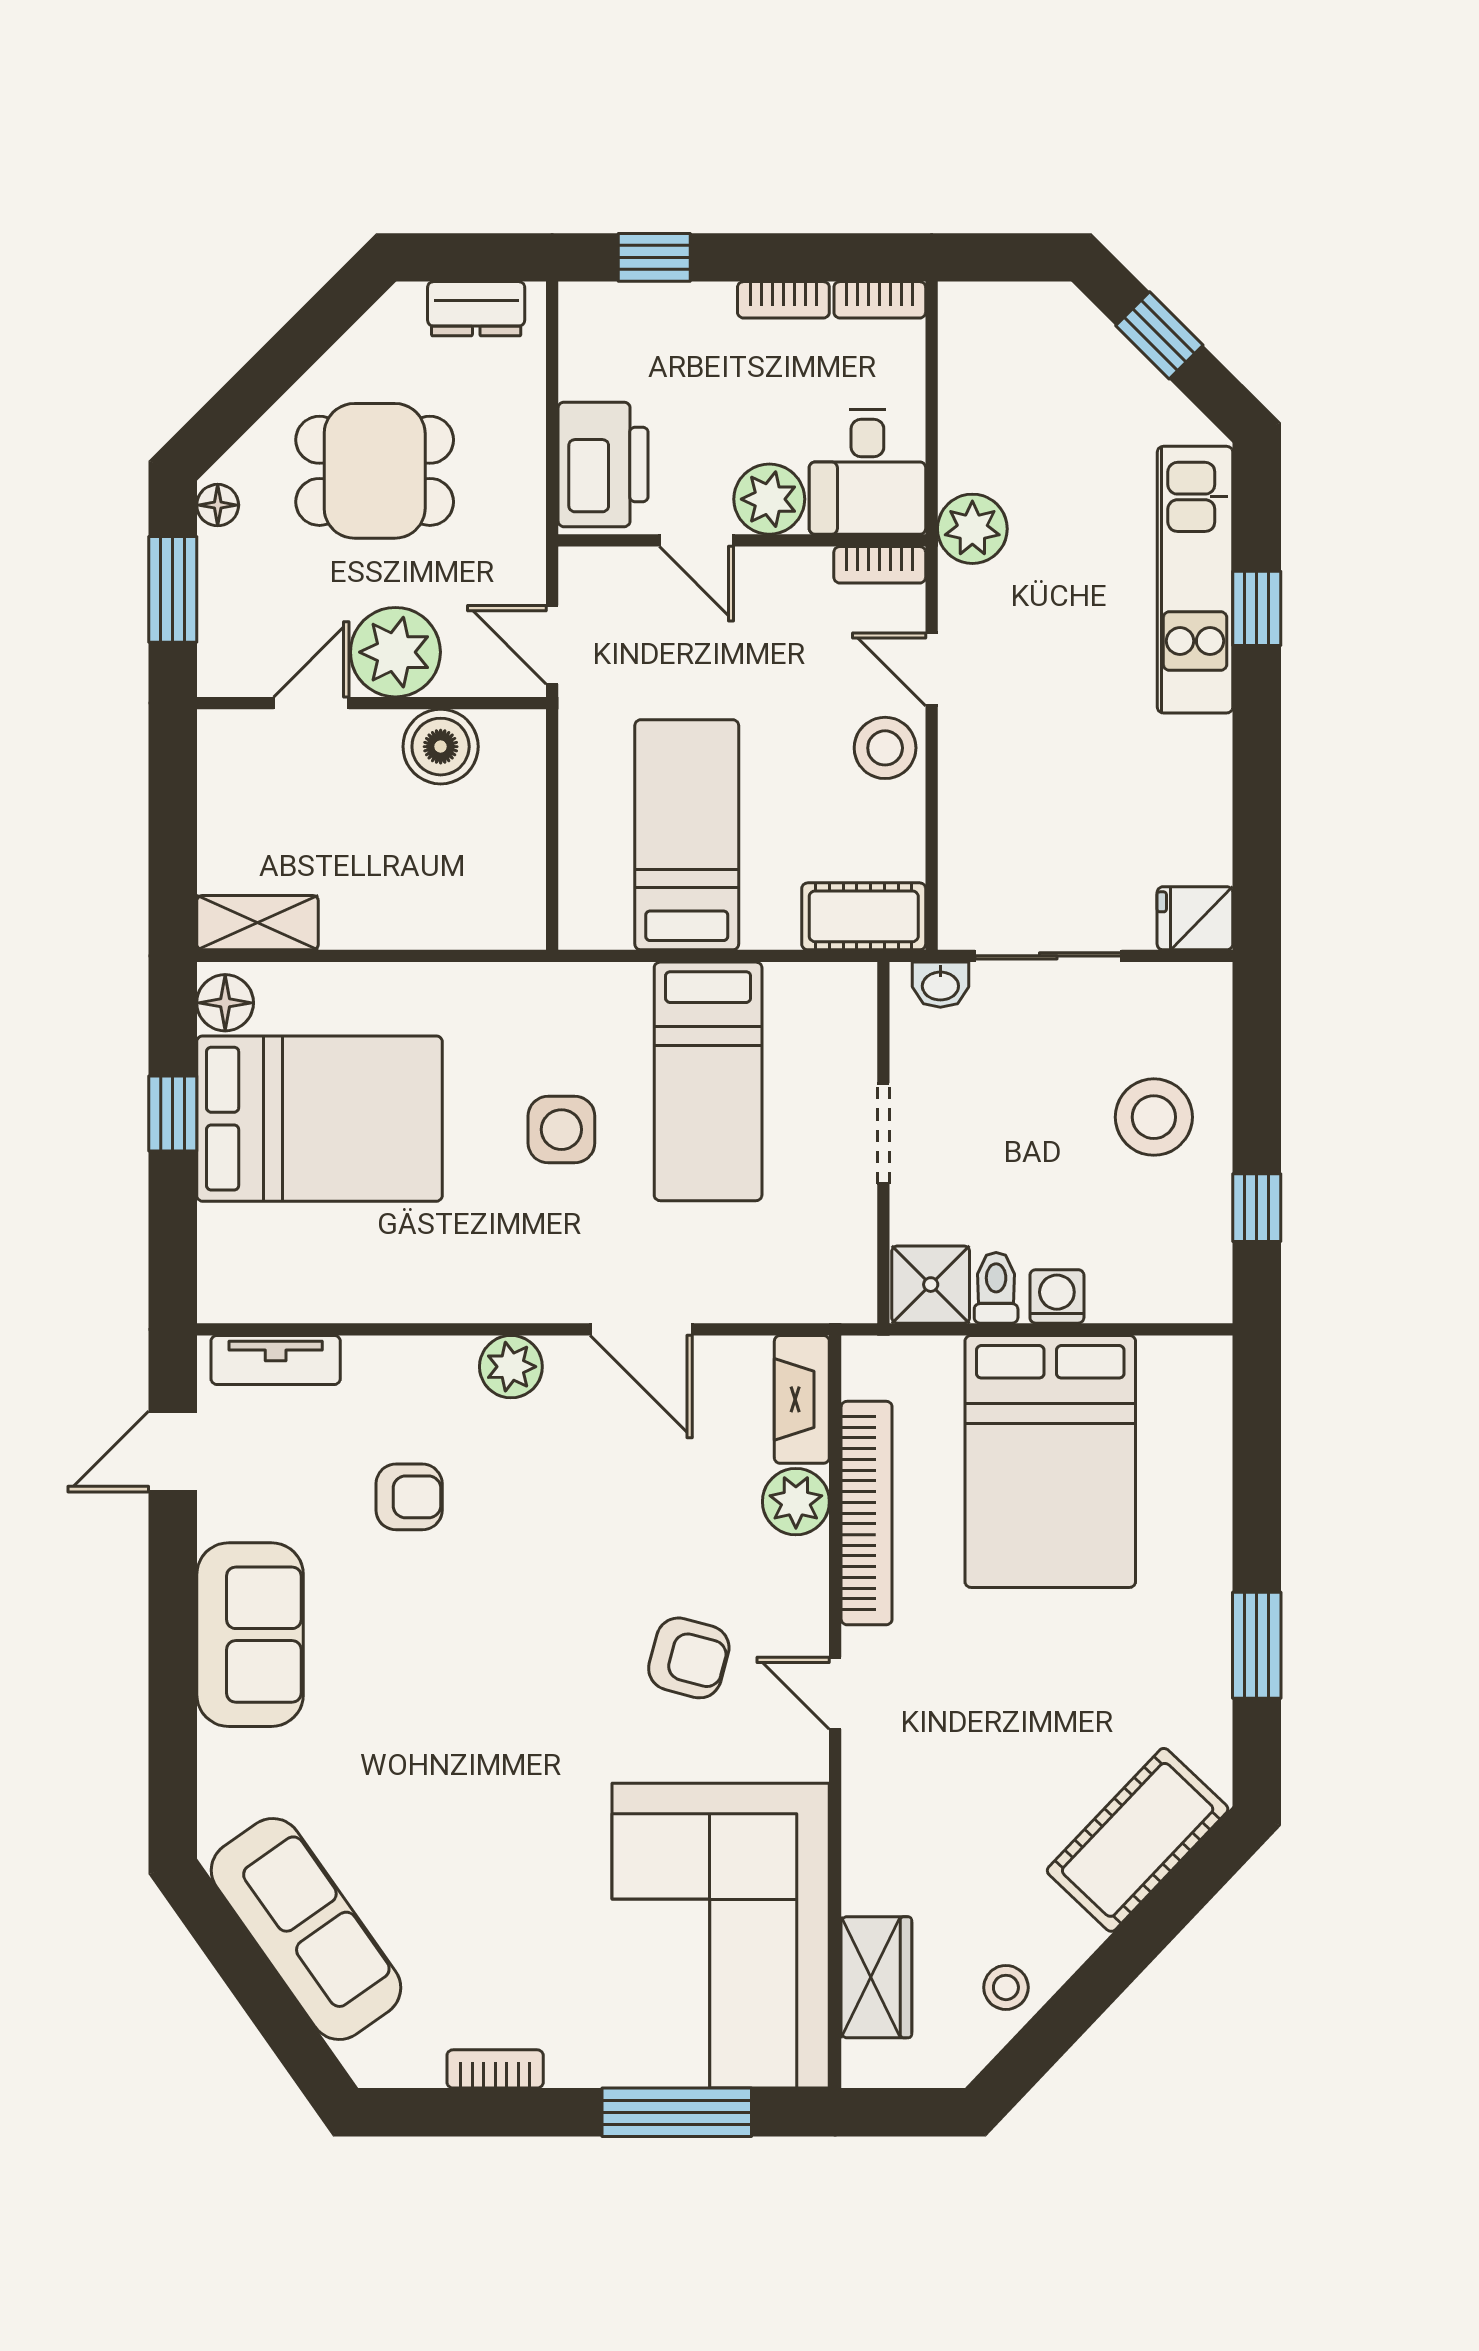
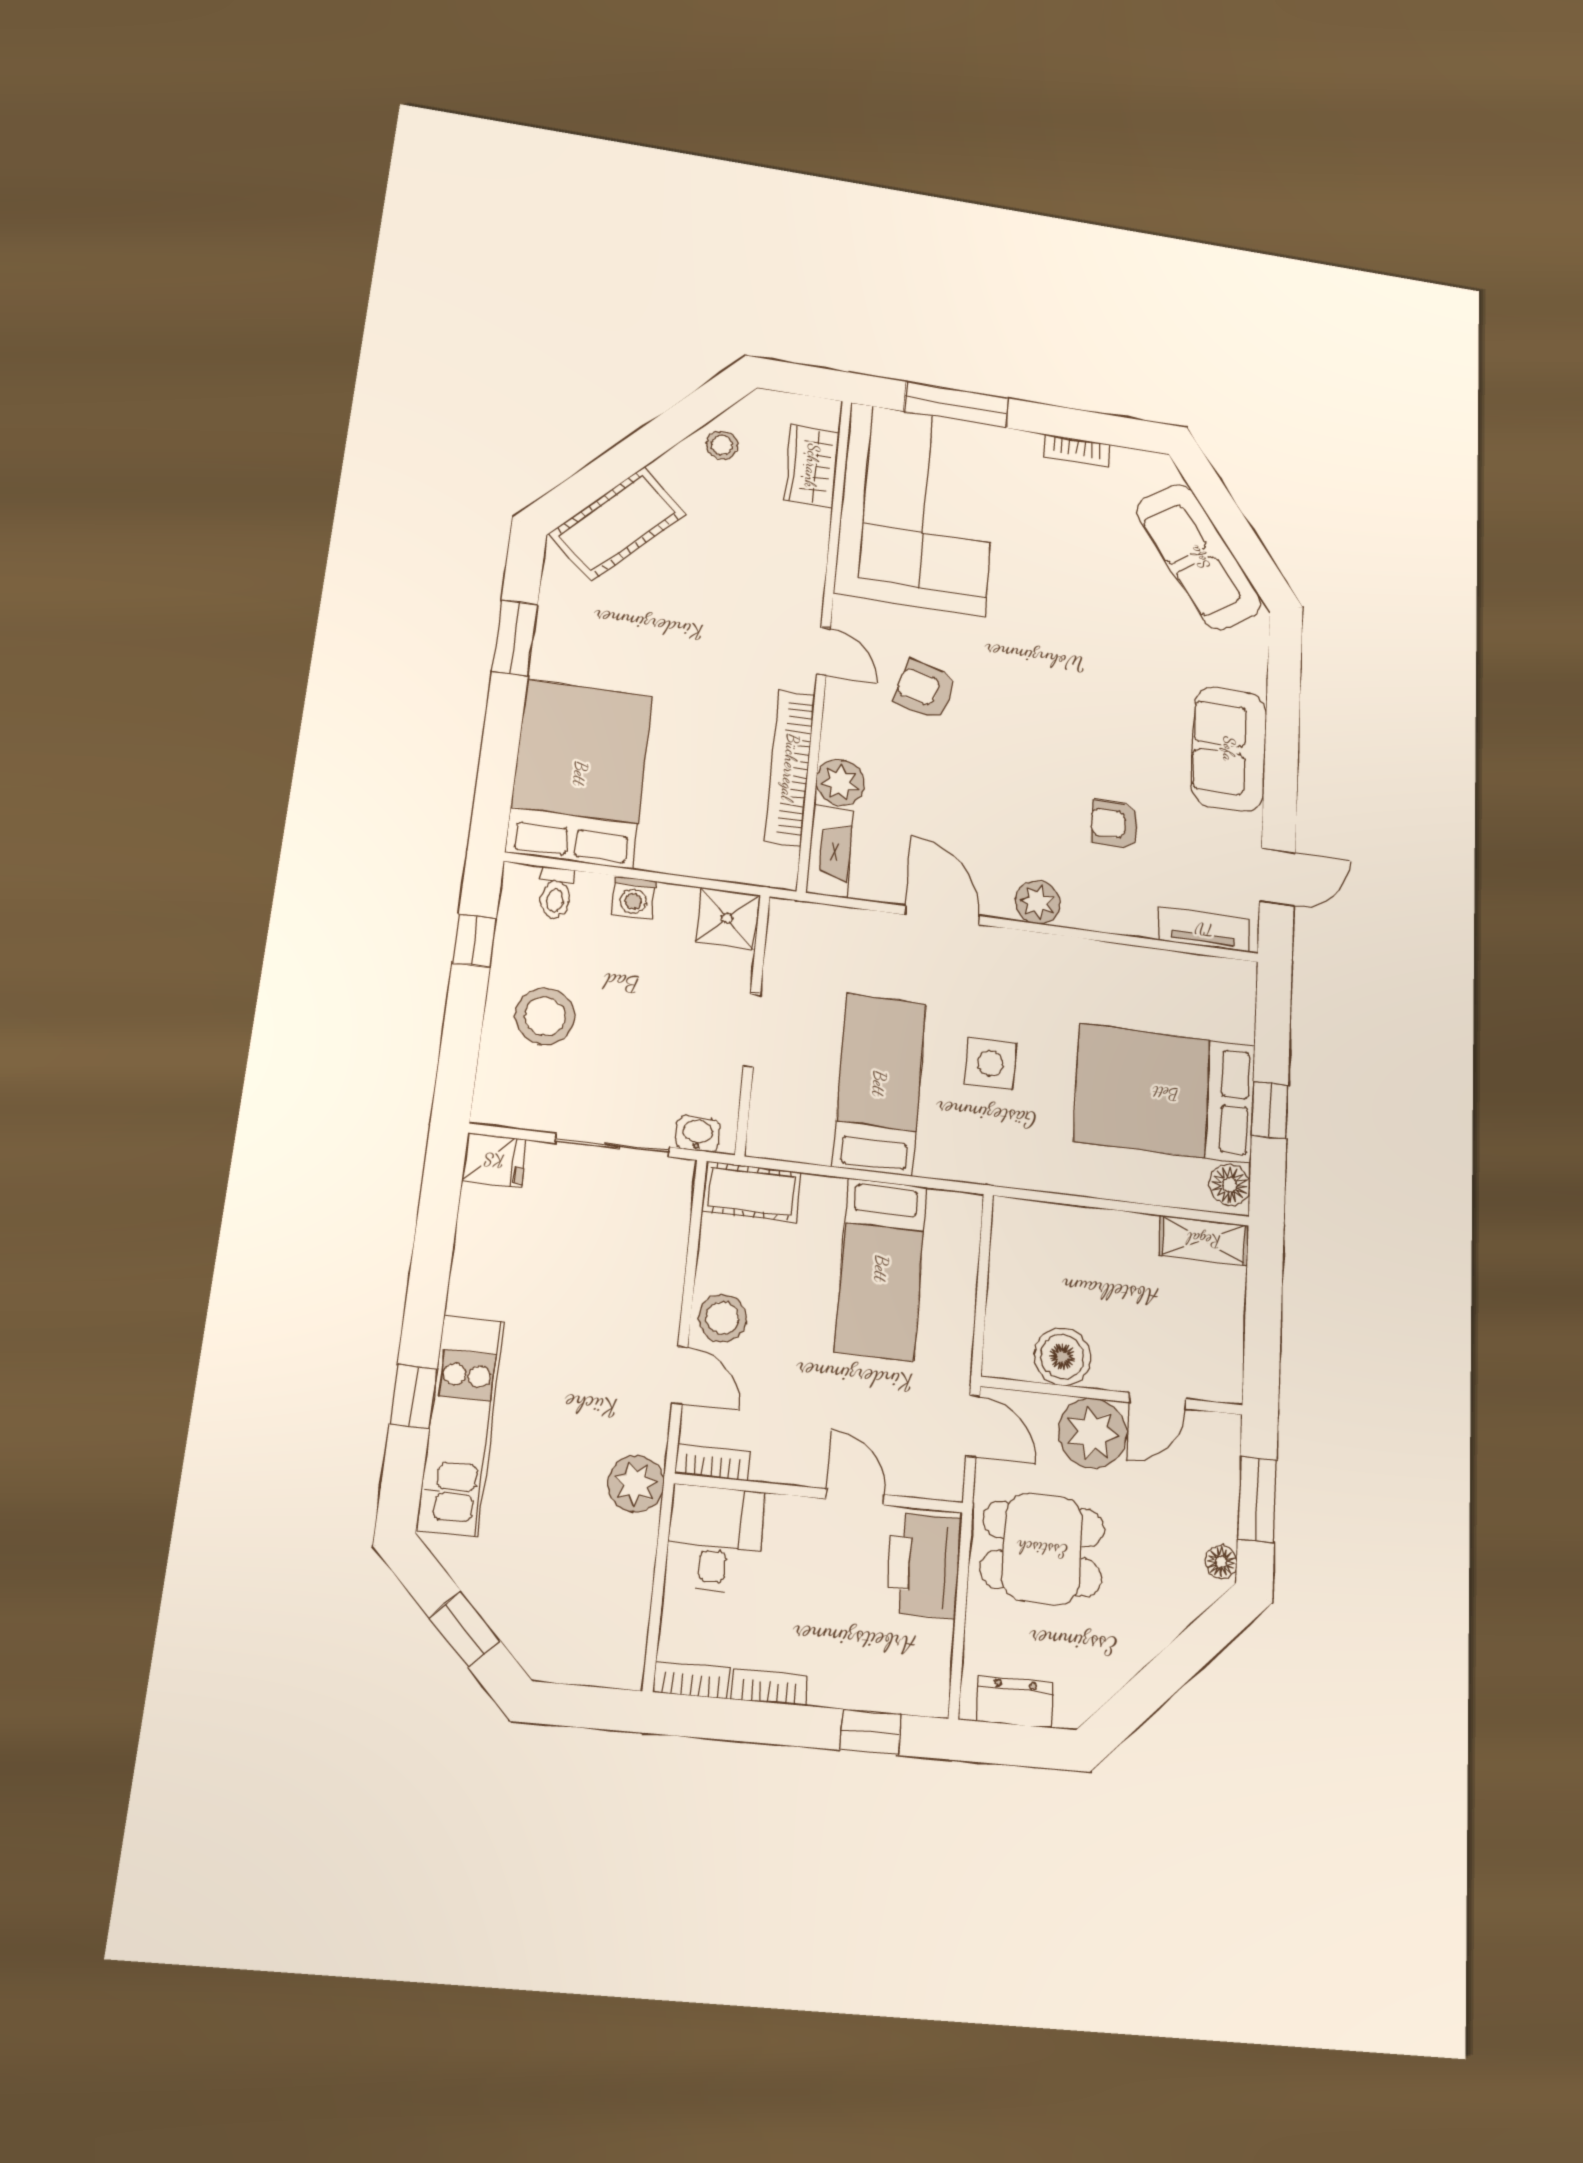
dining table: (375, 471) -> (1042, 1549), moved
plant: (769, 499) -> (795, 1524), removed
toilet: (996, 1288) -> (556, 893), moved
bed: (1050, 1461) -> (580, 774), moved

